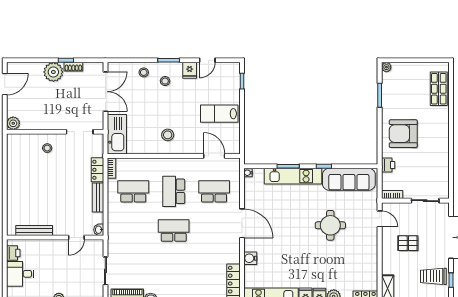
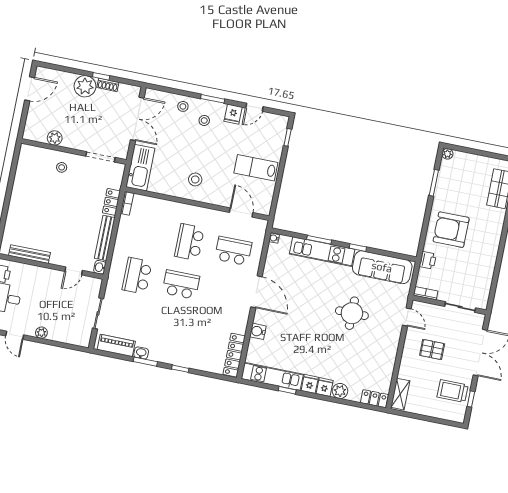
plant: (13, 123) -> (55, 138), moved
school desk: (133, 191) -> (137, 276), moved, turned -90
bench: (98, 197) -> (105, 238), width x1.36

